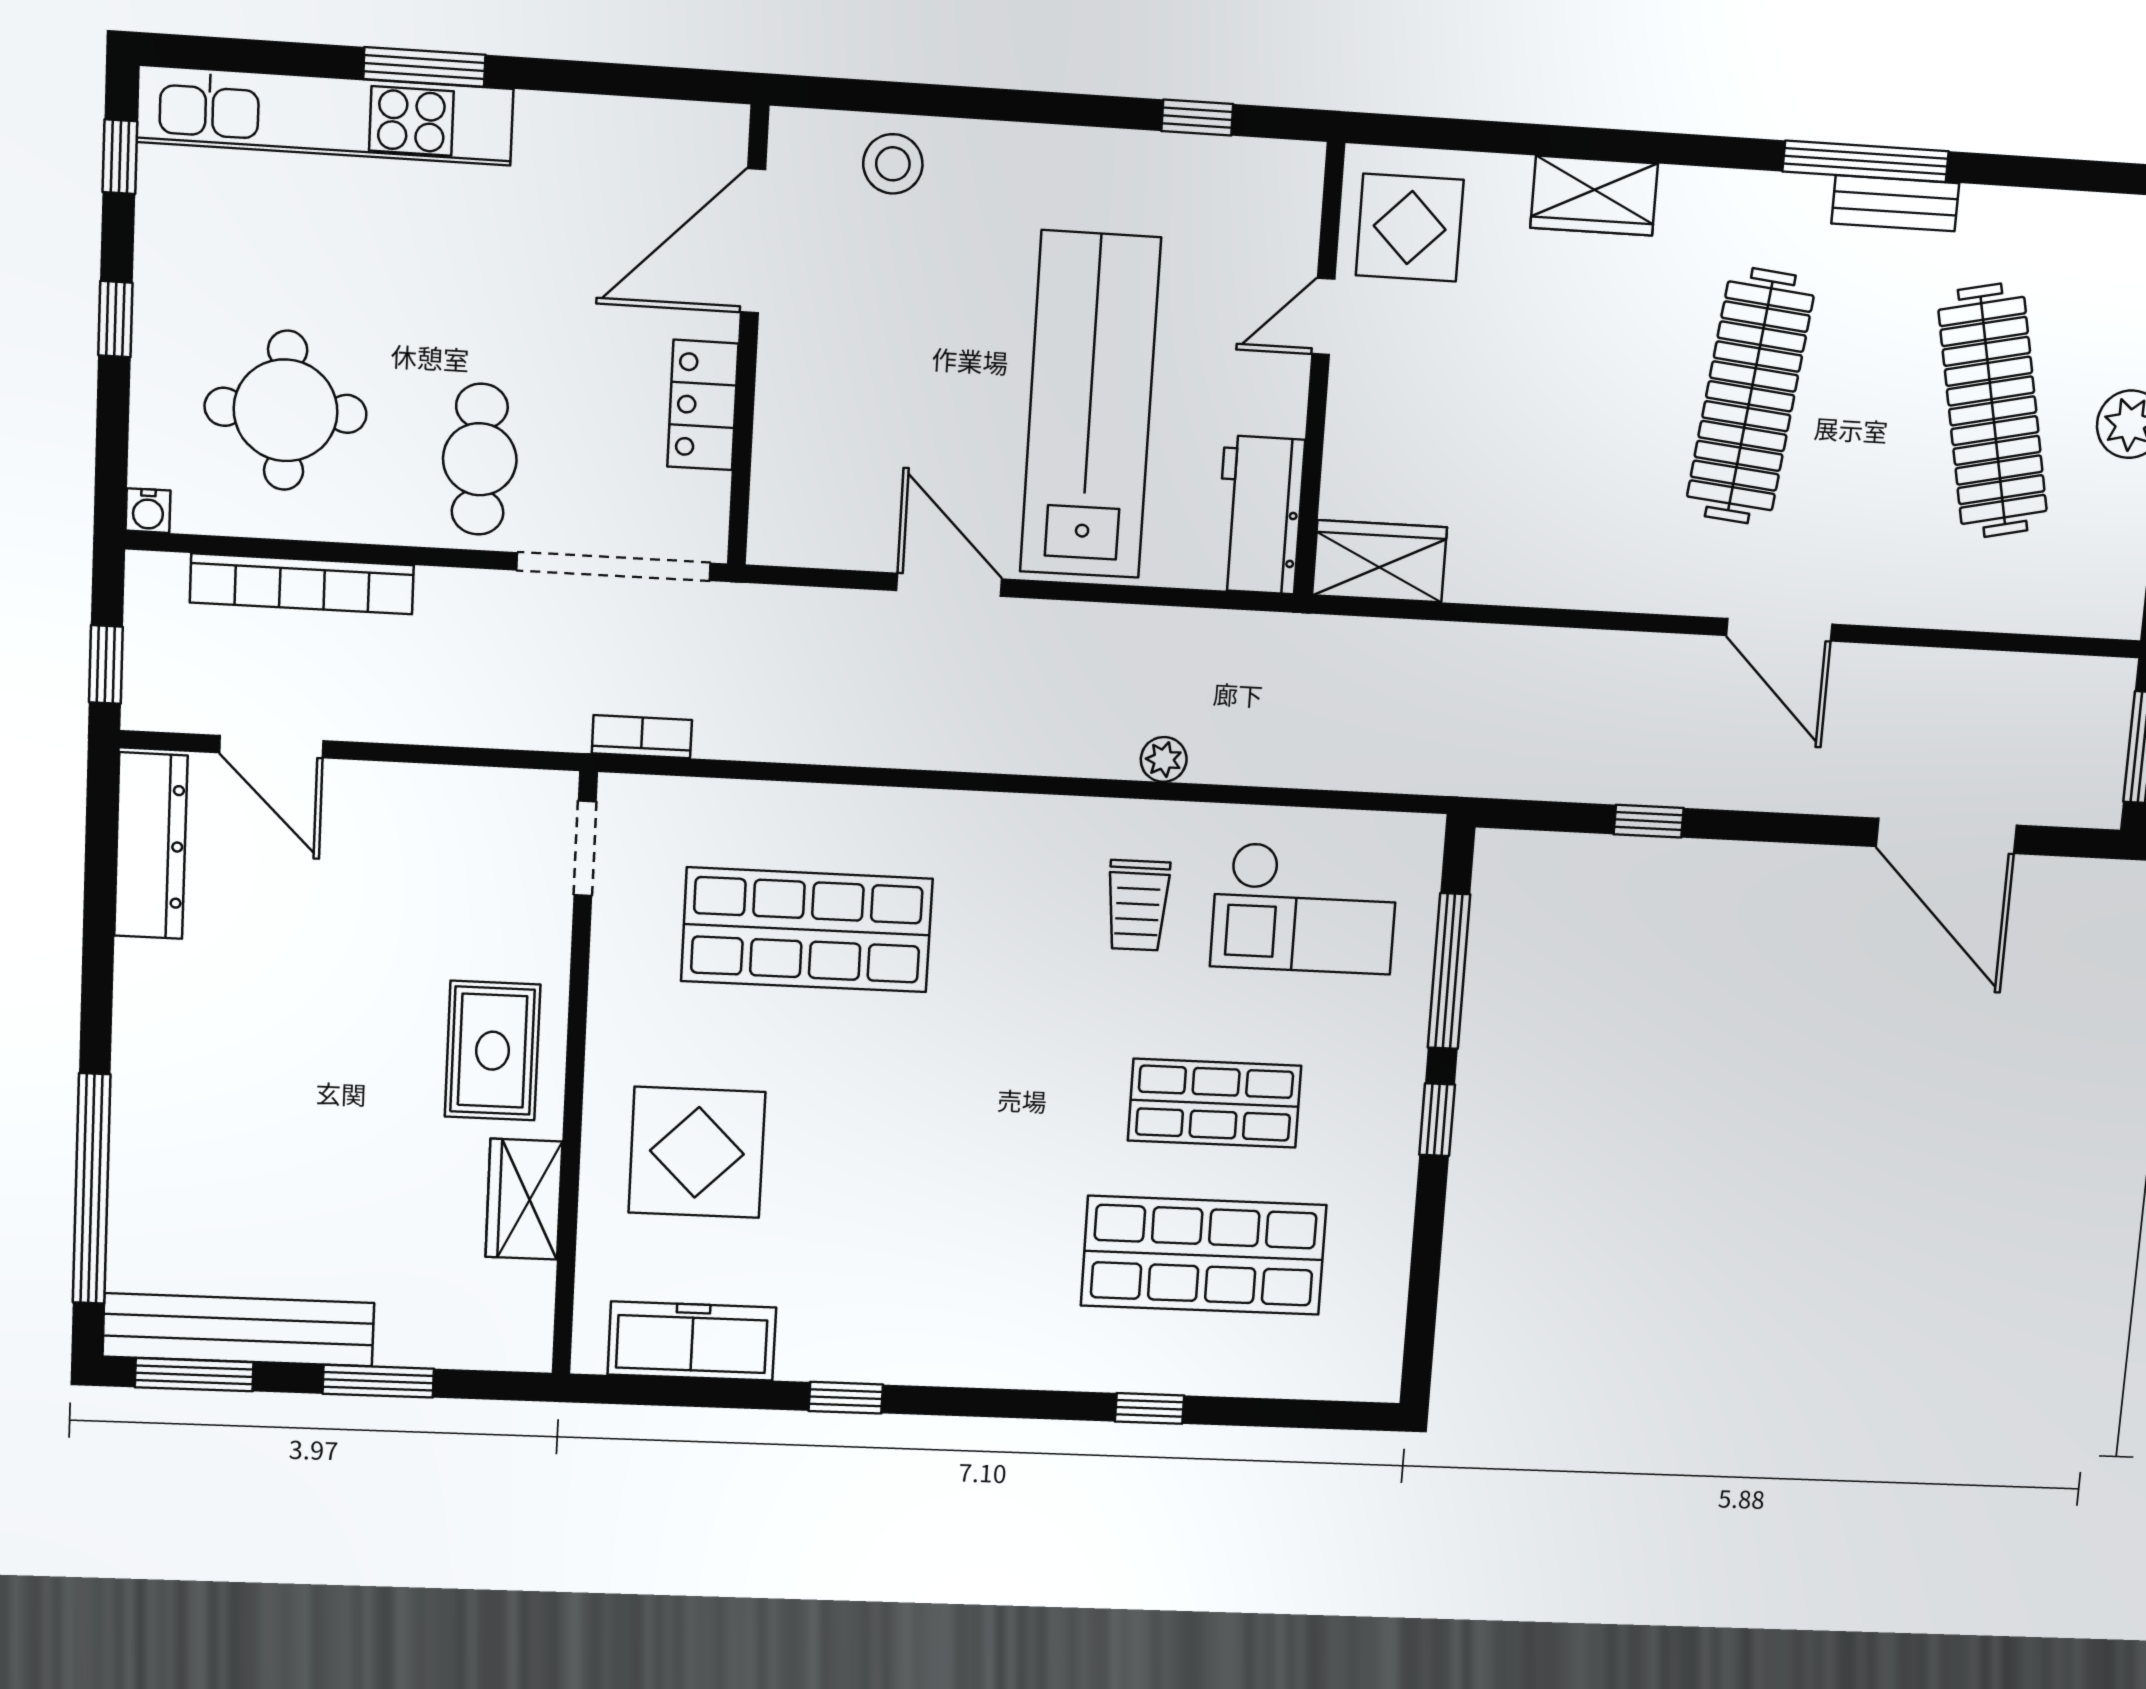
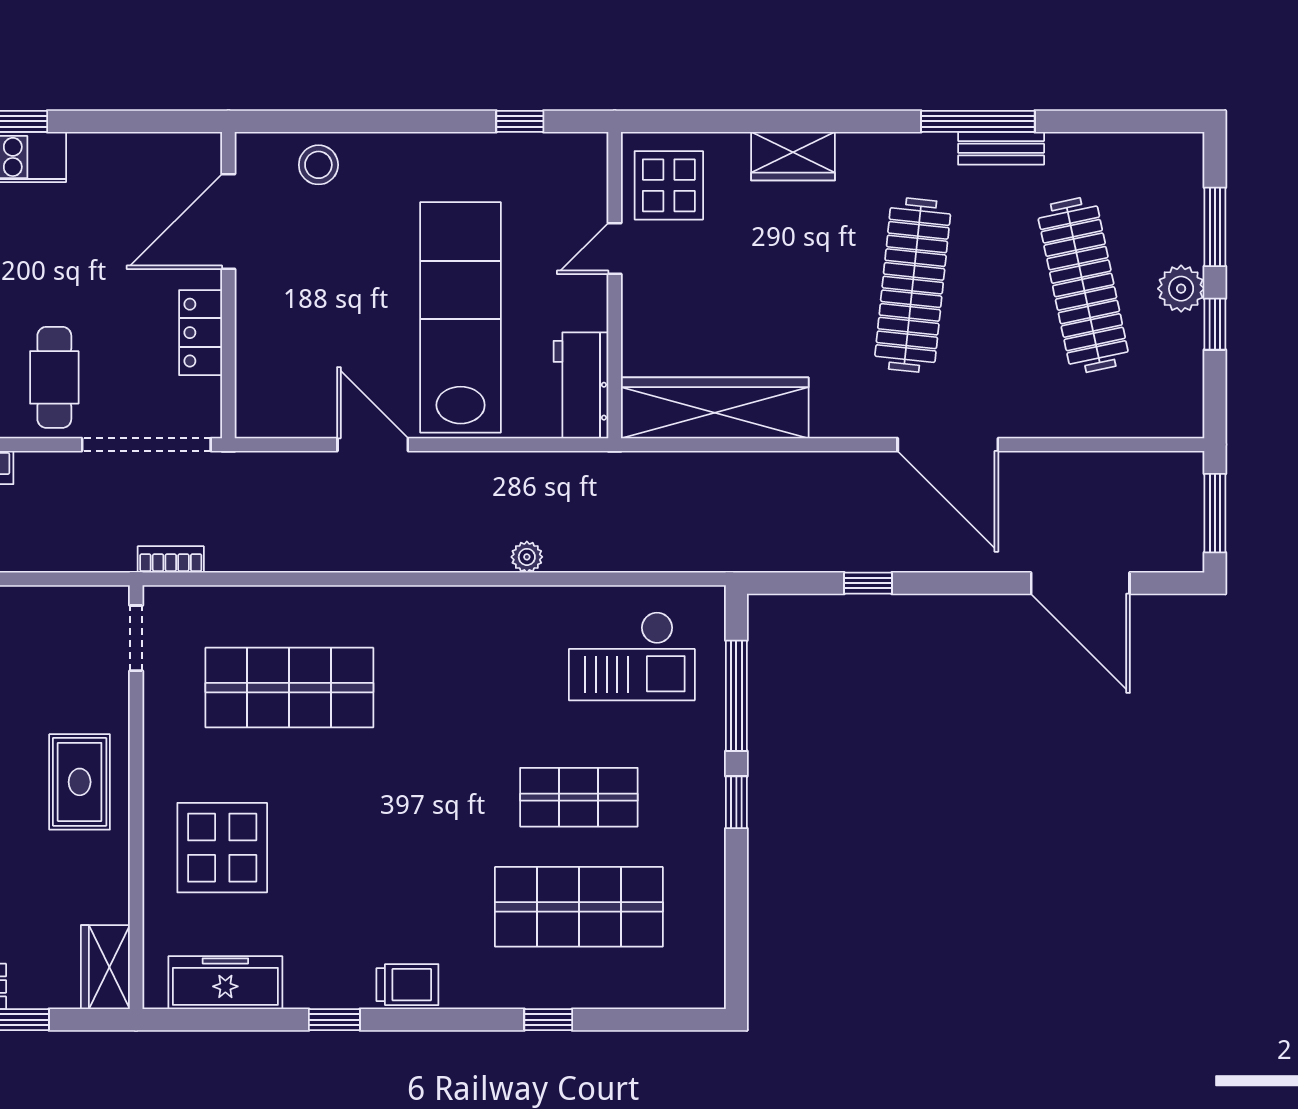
wardrobe: (1380, 561) -> (715, 408), width x2.10, depth x1.17
door: (1779, 630) -> (948, 445), width x1.36
trolley: (1138, 905) -> (407, 985), moved, turned -90
wardrobe: (524, 1199) -> (105, 967), moved

